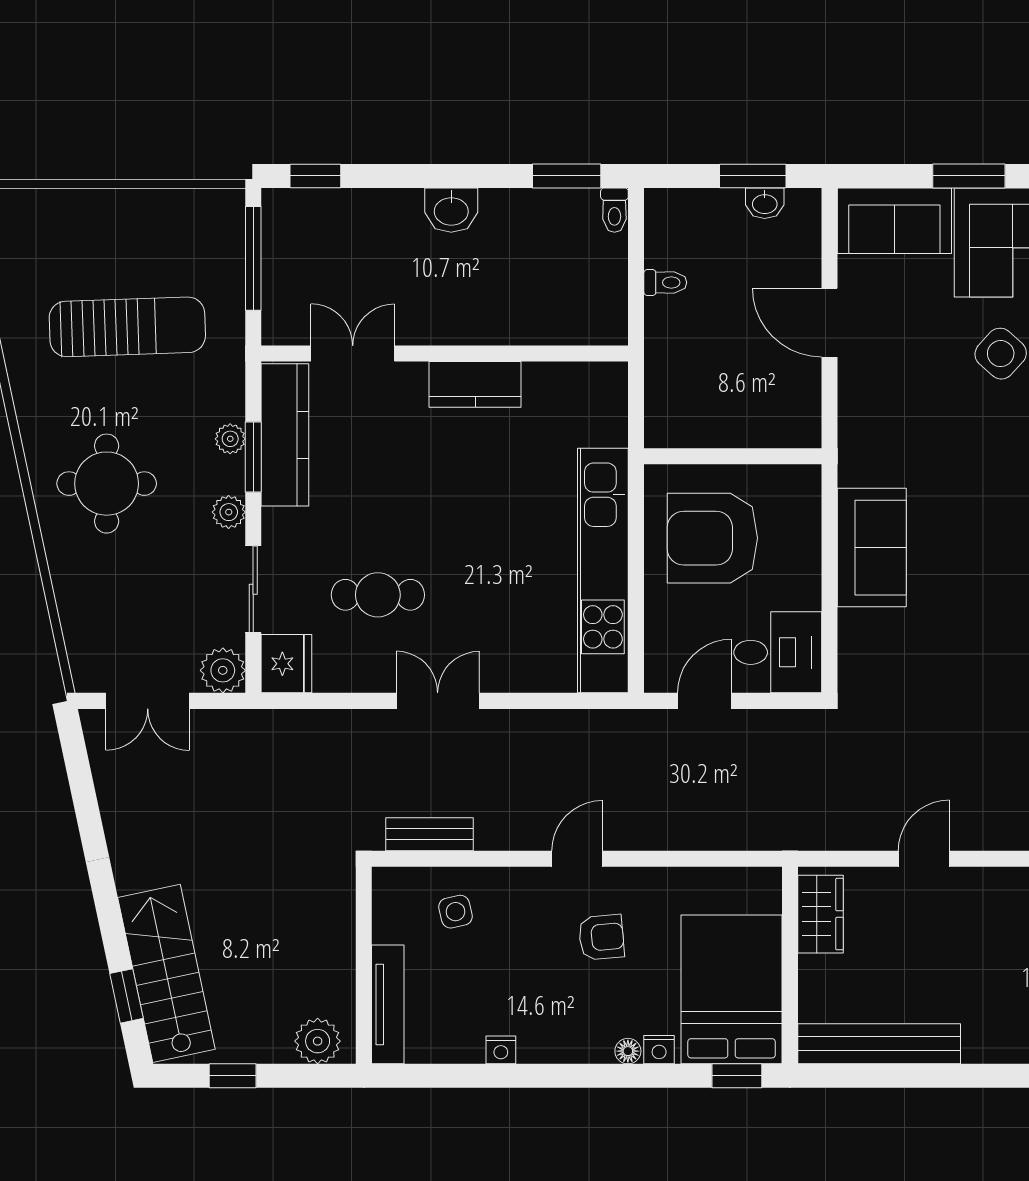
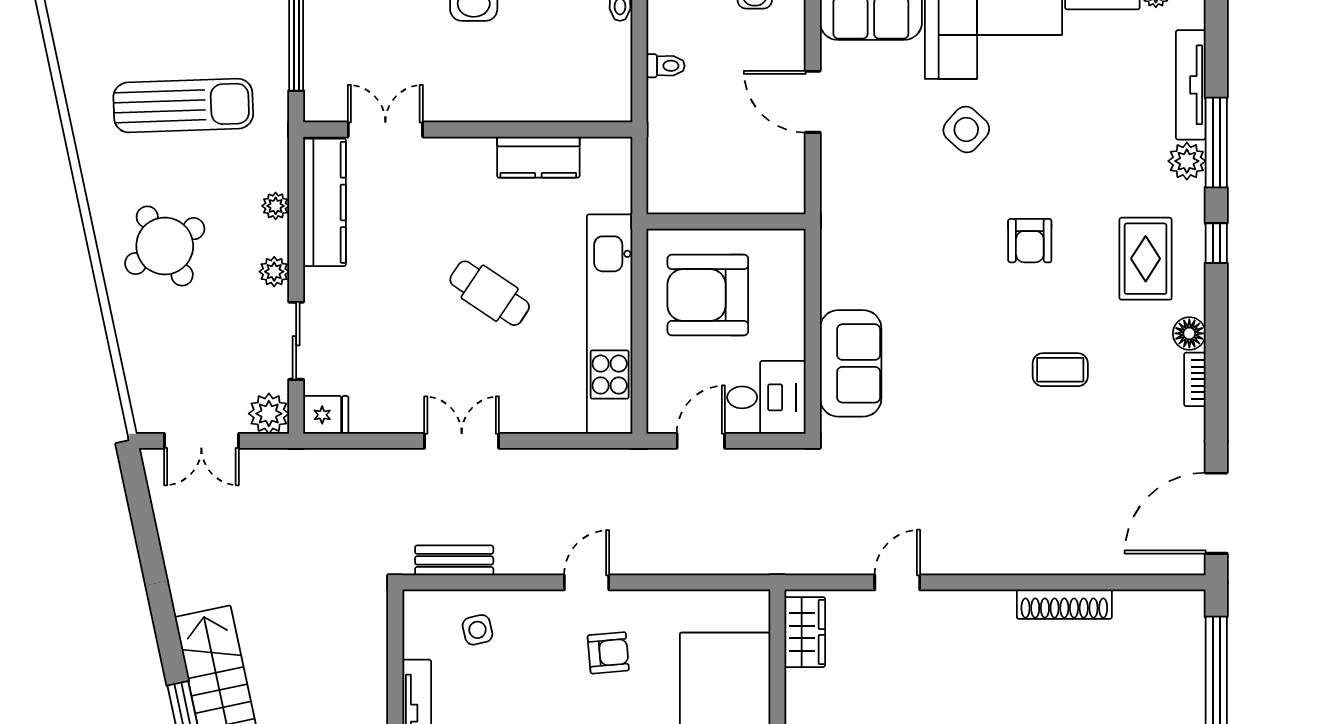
kitchen counter: (475, 384) -> (538, 157), moved
window: (253, 457) -> (296, 222), removed
round table: (107, 484) -> (165, 246), turned -31
sofa: (872, 548) -> (851, 363), moved
cafe table: (378, 595) -> (490, 293), moved, turned 34
fridge: (286, 664) -> (326, 415), width x0.72

